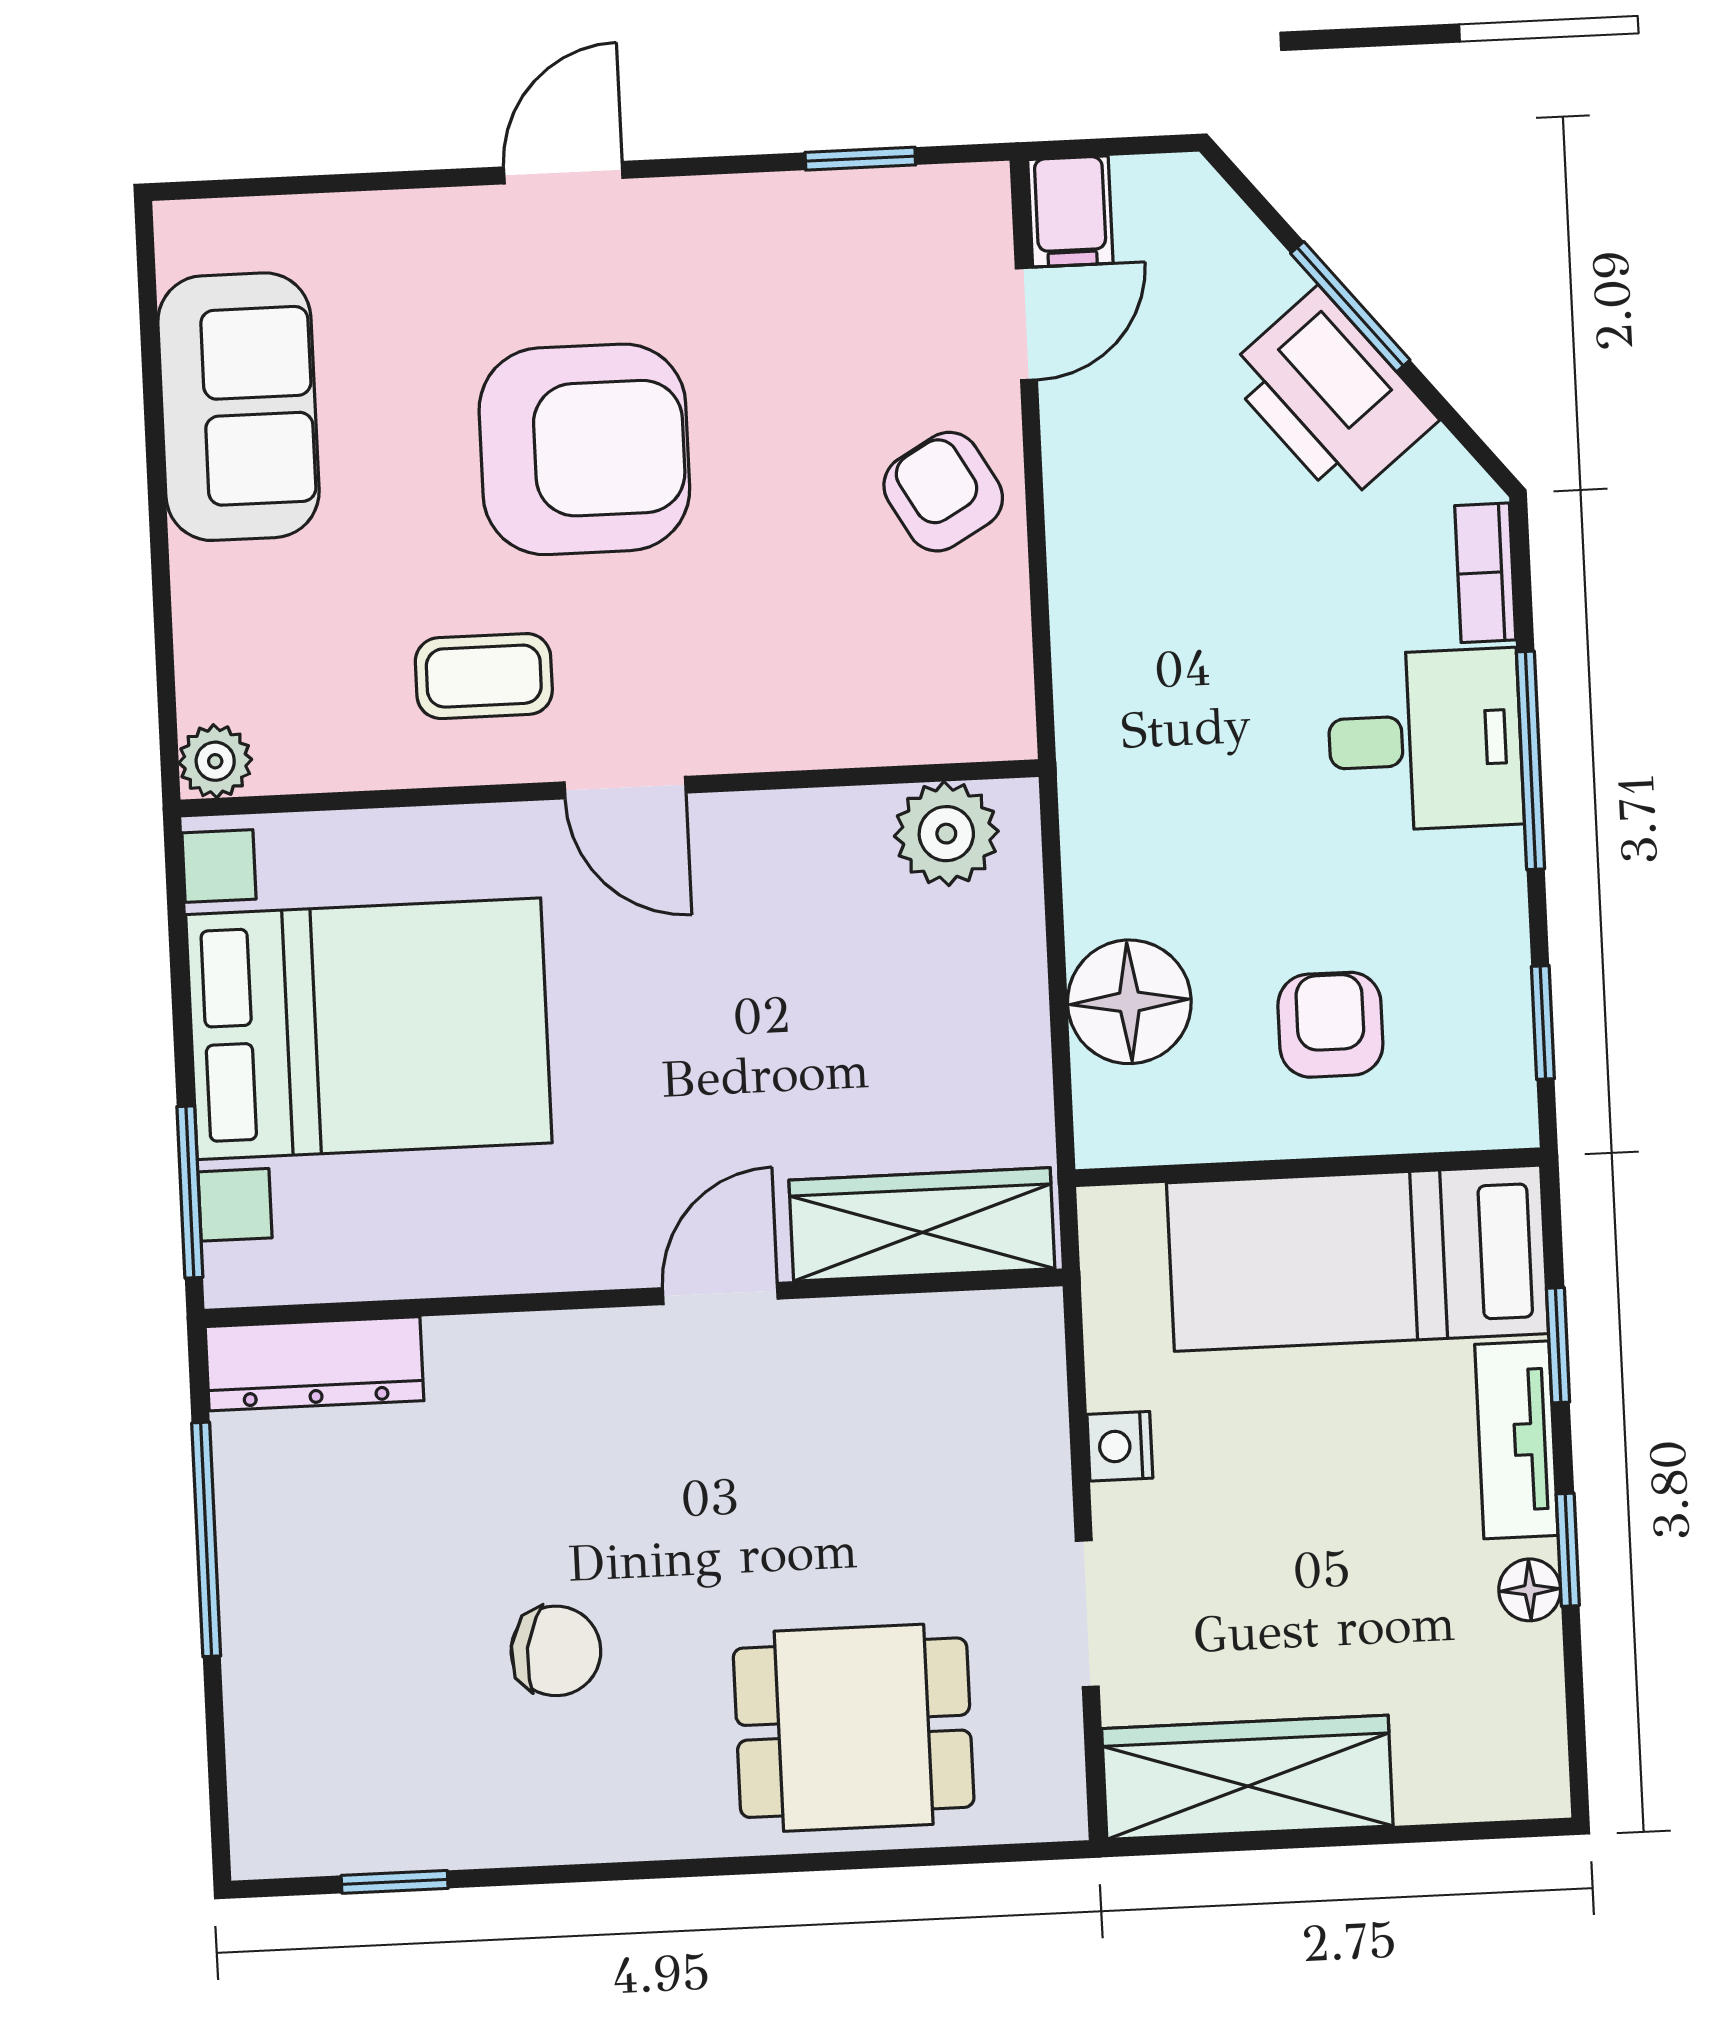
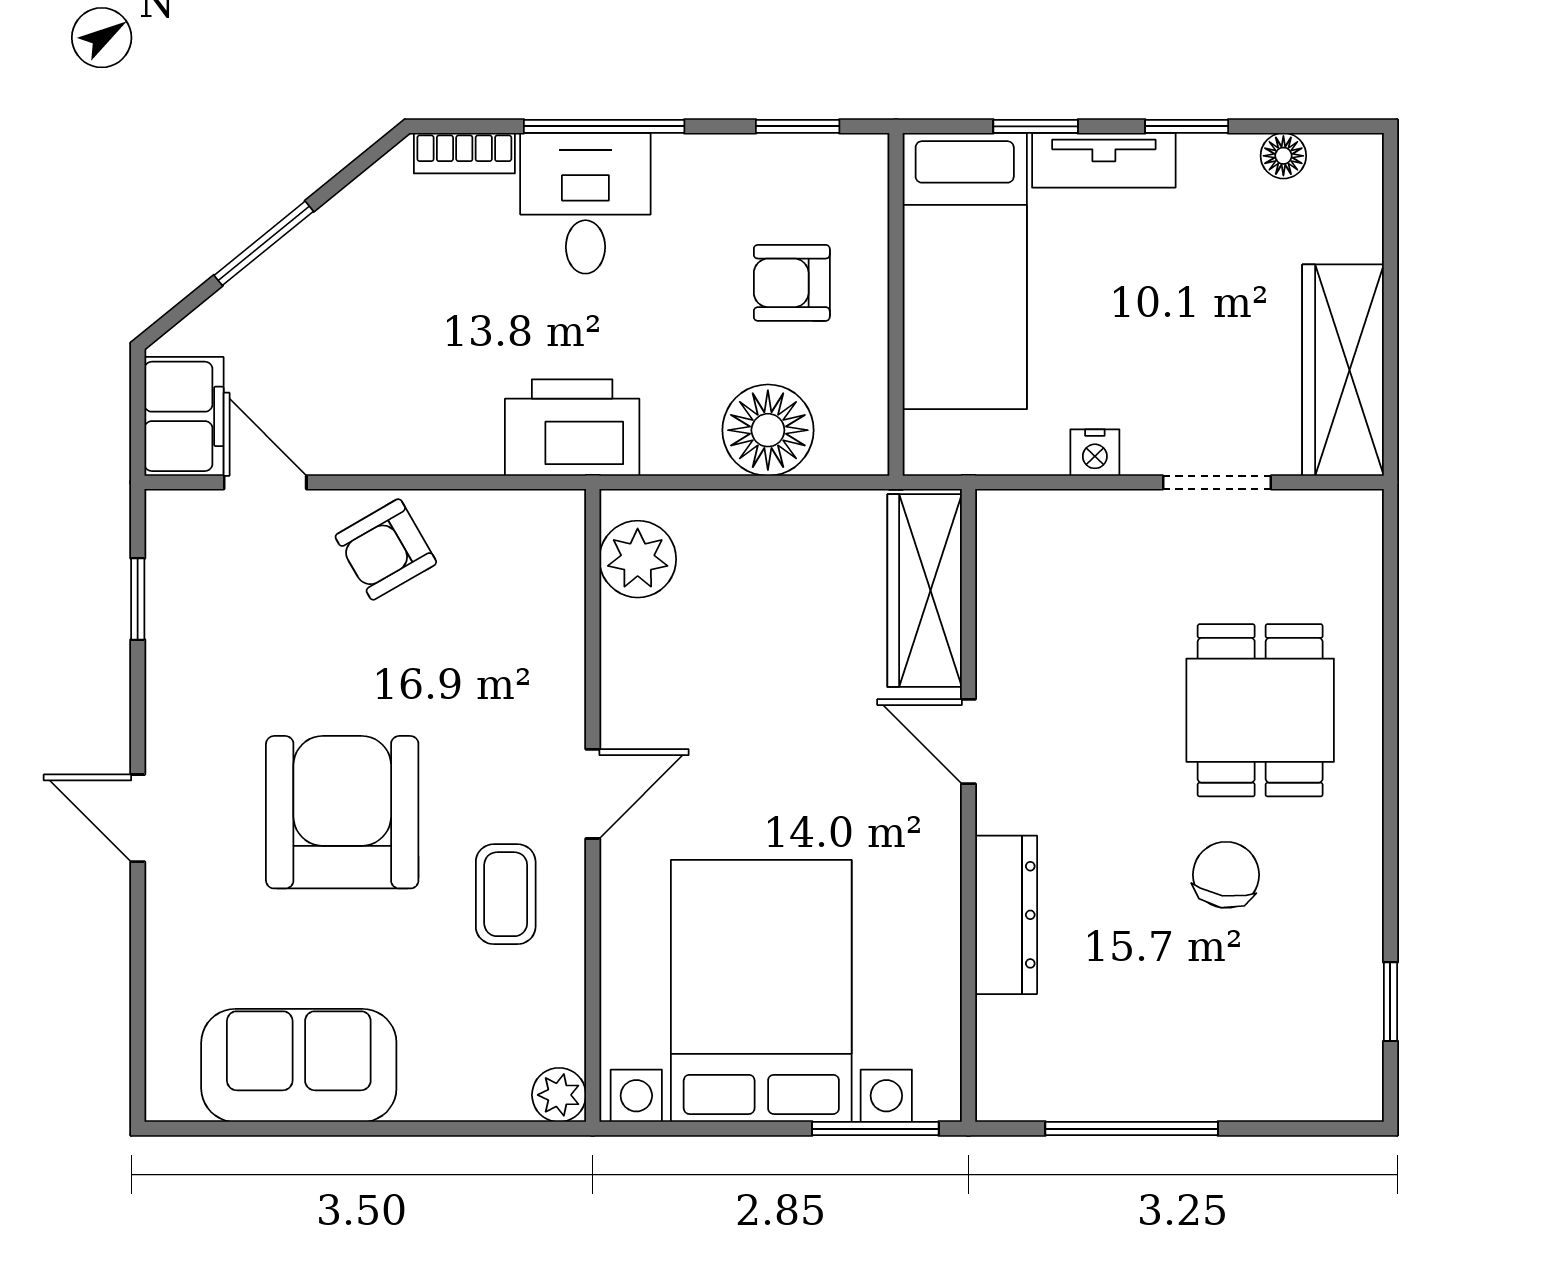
filing cabinet: (1070, 211) -> (184, 416), width x2.00
printer: (1330, 396) -> (572, 428), moved, turned -141
dresser: (315, 1364) -> (1006, 915), moved
floor lamp: (1530, 1590) -> (1283, 156), moved
dining table: (854, 1728) -> (1260, 710), moved

